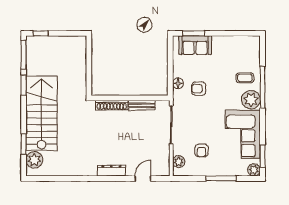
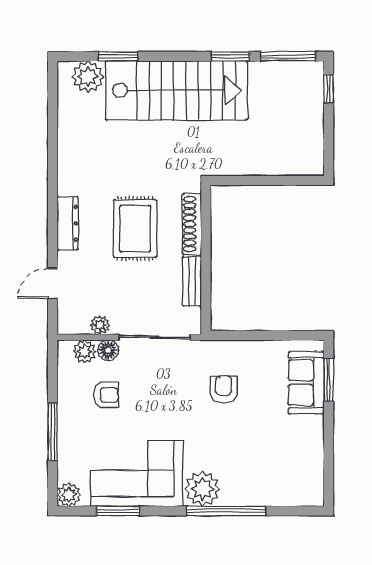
coffee table: (245, 78) -> (244, 477), removed
floor lamp: (178, 83) -> (108, 350), moved
rug: (114, 135) -> (135, 229), added
armchair: (202, 151) -> (106, 395), turned 180
plant: (165, 154) -> (100, 325), added
window: (263, 156) -> (118, 511), moved
door: (143, 178) -> (53, 283), swing flipped

